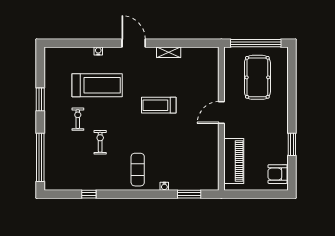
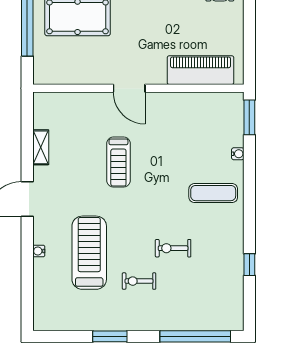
door: (221, 112) -> (129, 88), moved
wall: (221, 119) -> (138, 88), moved
piano: (234, 161) -> (201, 70), moved

